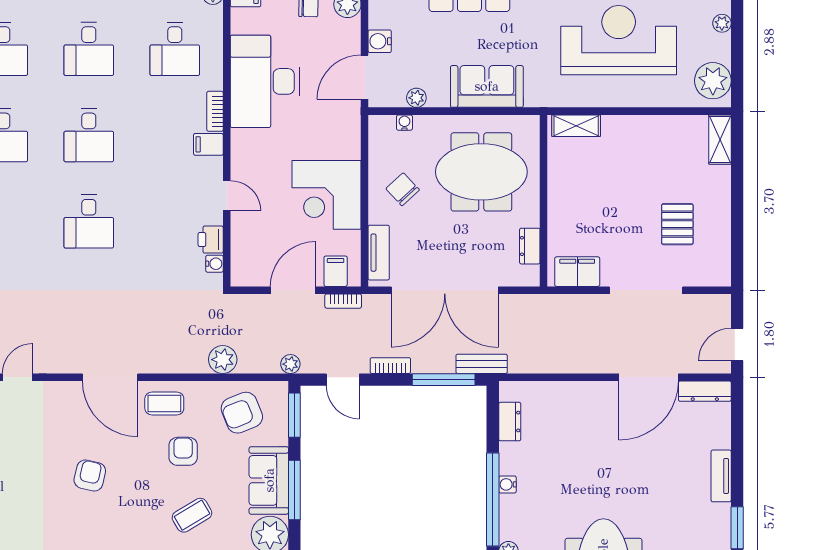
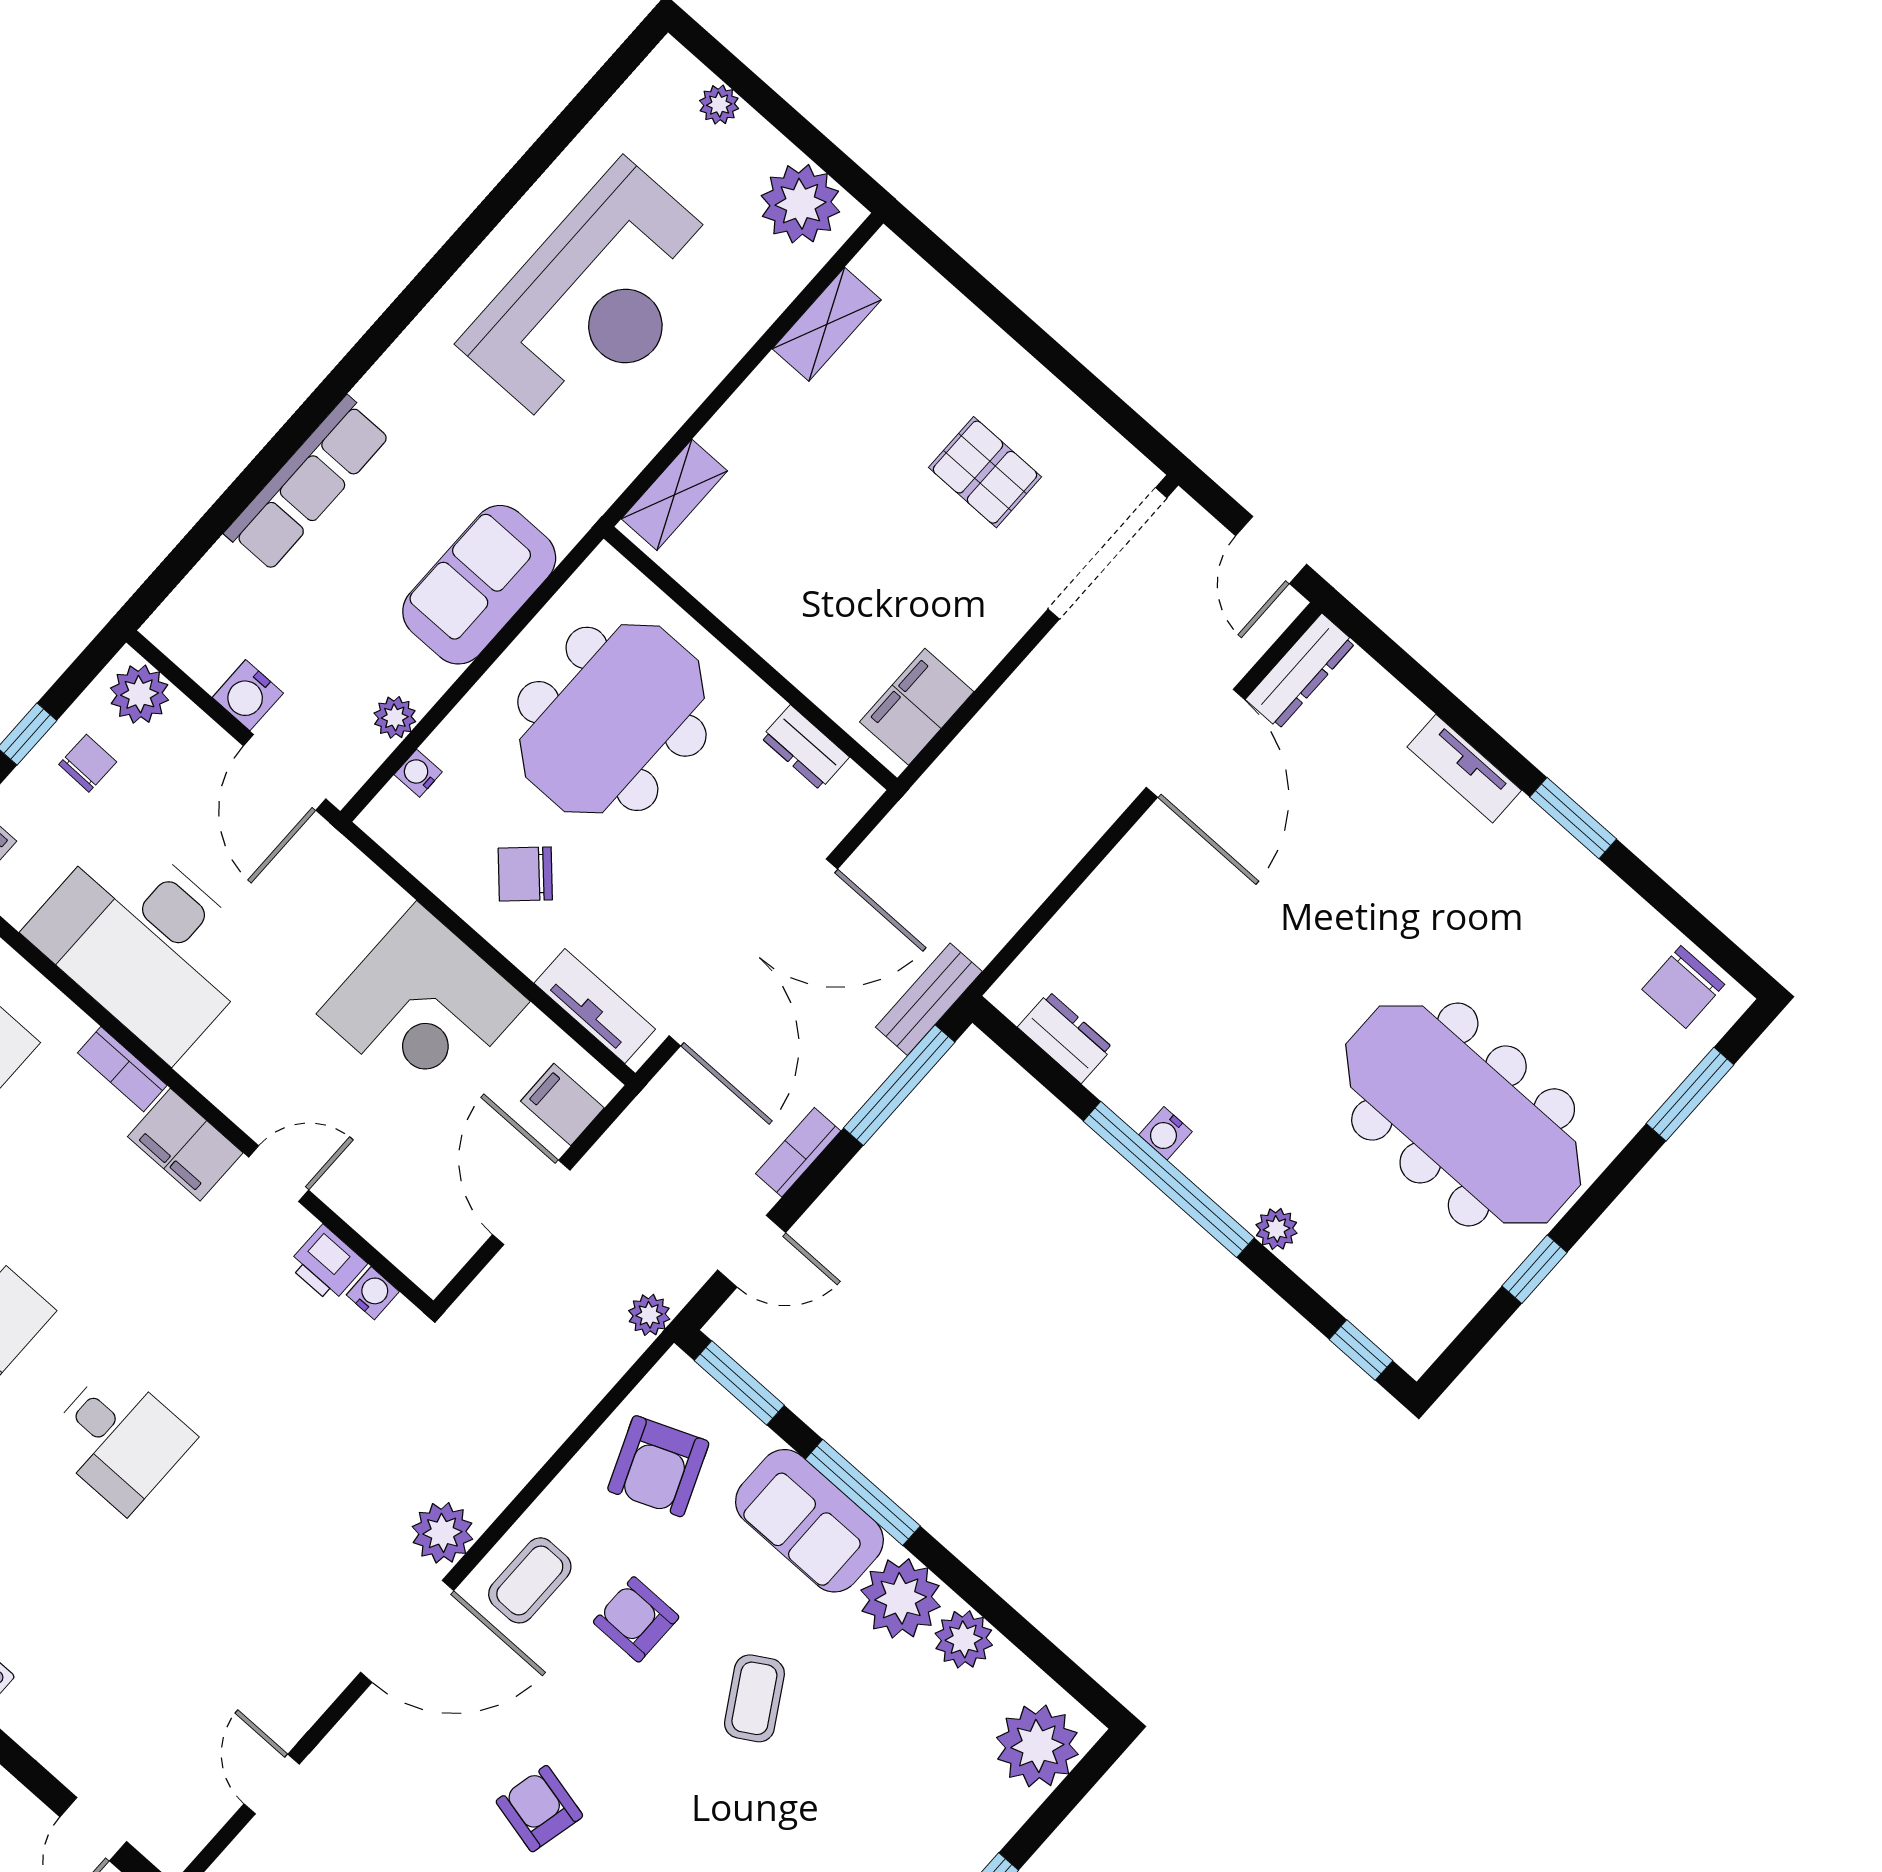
reception desk: (619, 40) -> (596, 300), turned 180
shelving: (720, 140) -> (827, 324), moved, turned 90
filing cabinet: (208, 144) -> (185, 1145), width x2.00
doorway: (646, 290) -> (1107, 553), moved
bookcase: (343, 301) -> (623, 1136), removed
plant: (223, 360) -> (442, 1533), moved

